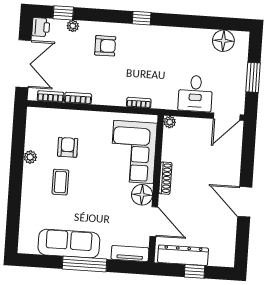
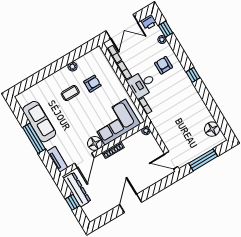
armchair: (105, 46) -> (163, 65), turned 180
window: (253, 77) -> (203, 160), width x1.44
desk: (195, 93) -> (142, 84), moved

